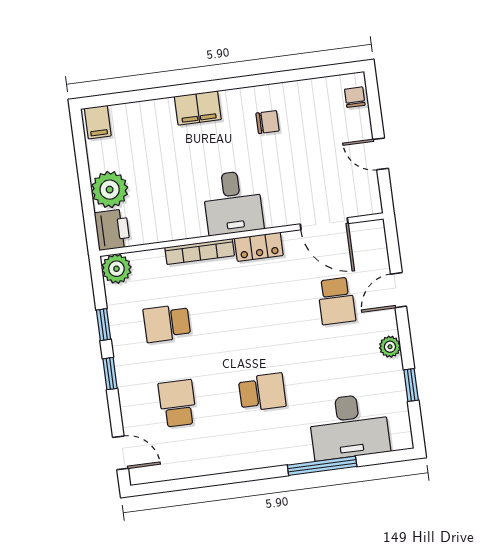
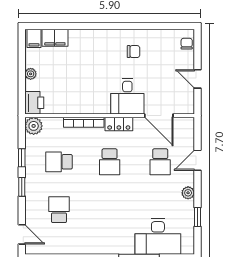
filing cabinet: (198, 108) -> (55, 38), moved
plant: (110, 190) -> (31, 74), width x0.53, depth x0.53
desk: (233, 203) -> (127, 96), moved
school desk: (262, 392) -> (110, 162), moved, turned 90

